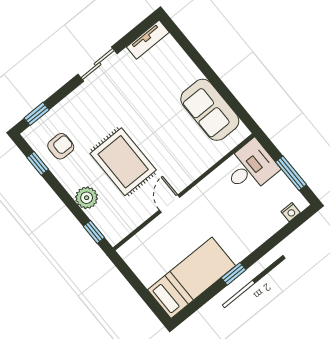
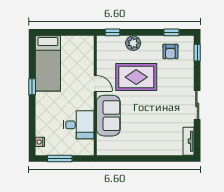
sofa: (210, 110) -> (108, 116), moved, turned 90
desk: (250, 167) -> (79, 125), moved, turned -90

